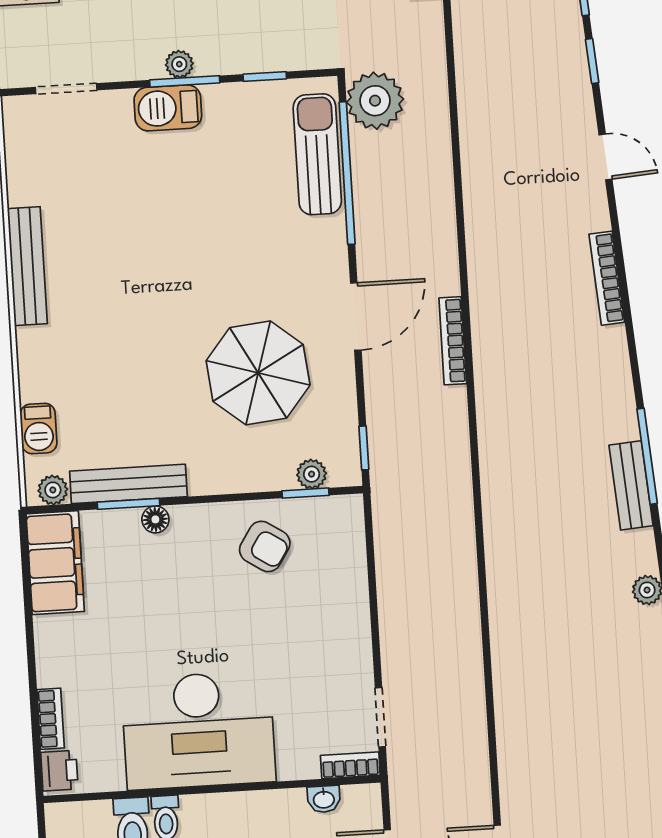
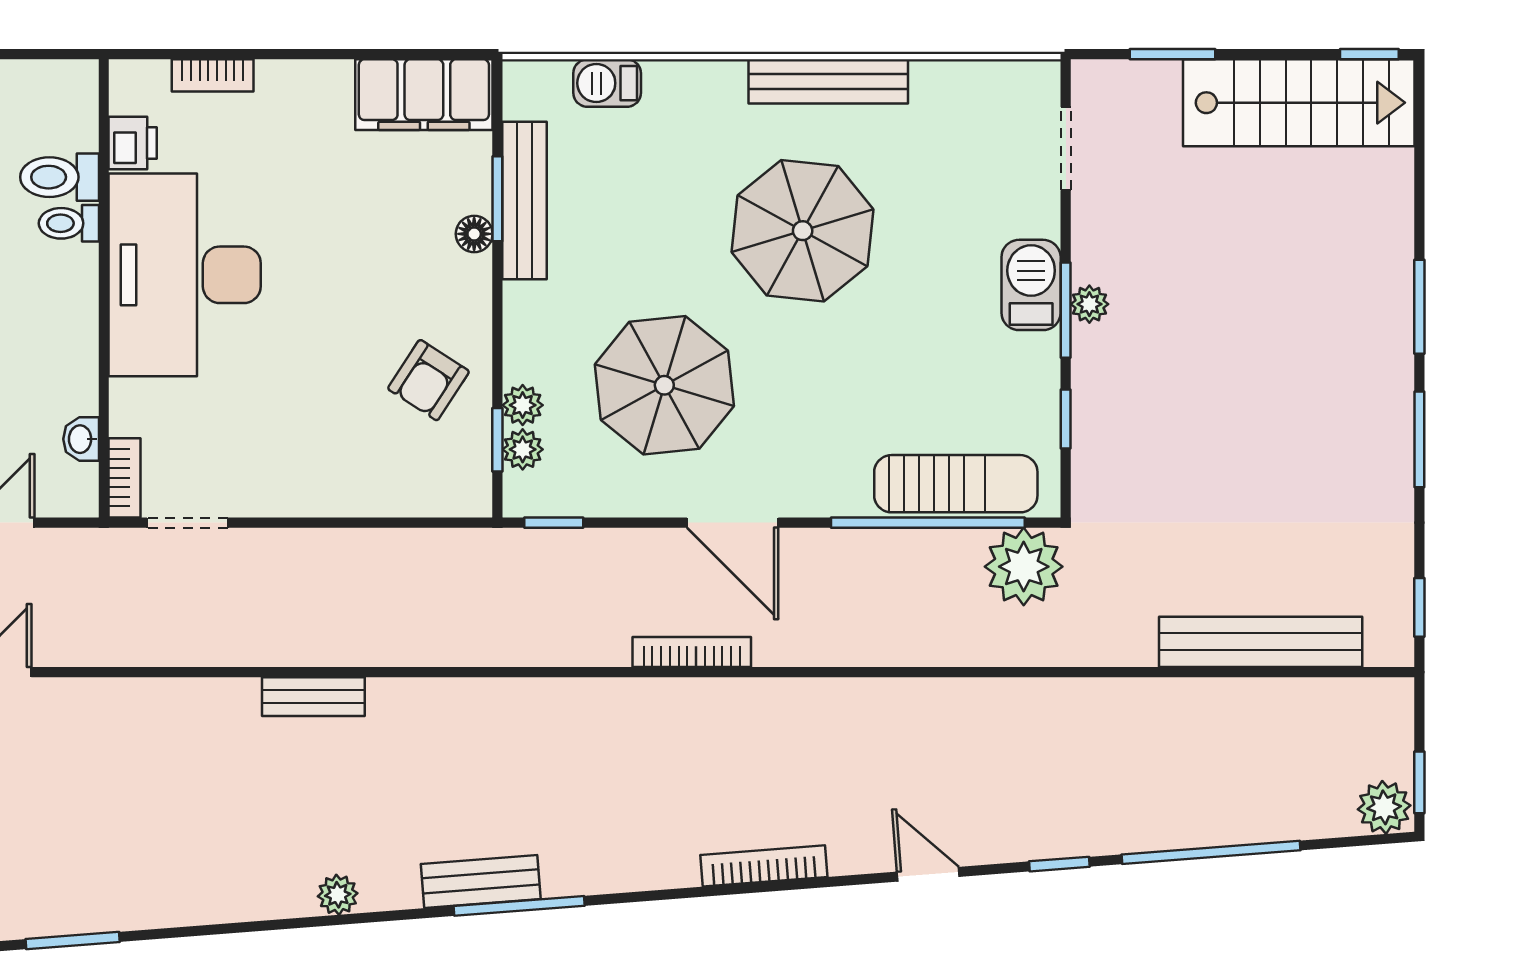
door: (605, 157) -> (928, 874), swing flipped
parasol: (138, 278) -> (803, 231), added
plant: (53, 490) -> (523, 405), moved
bench: (503, 617) -> (313, 697), added
printer: (59, 771) -> (133, 143), moved, turned -90

